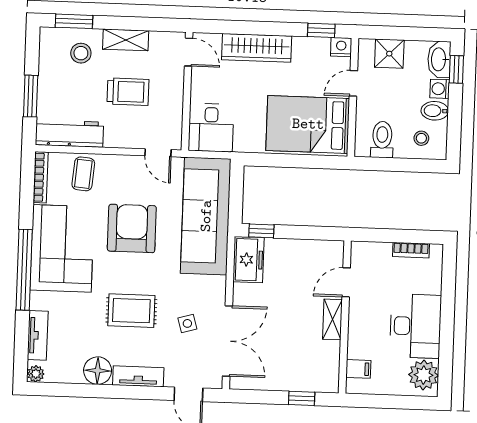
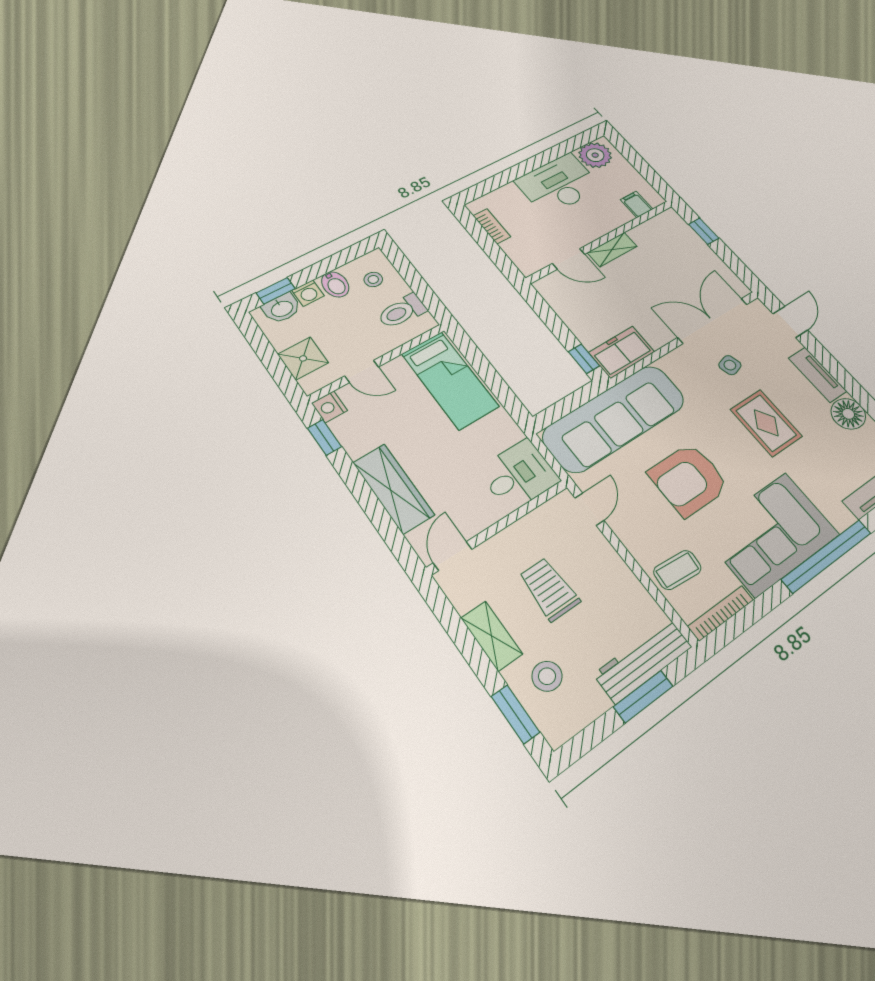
washbasin: (439, 59) -> (282, 308), width x0.72
bed: (308, 124) -> (450, 380), width x0.67
workbench: (69, 134) -> (643, 660), moved, turned 90

